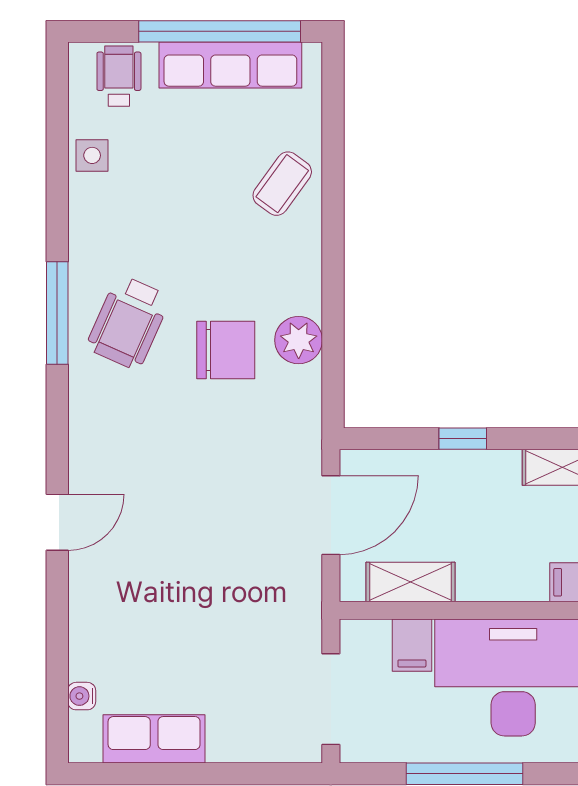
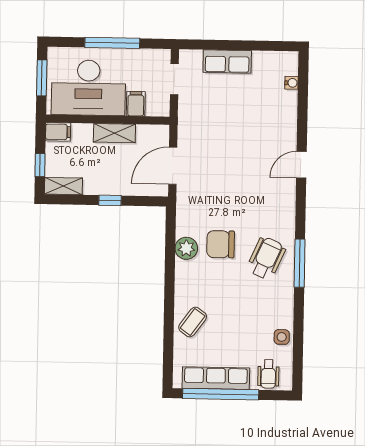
shelving: (411, 582) -> (114, 133), moved
doorway: (331, 699) -> (174, 79), width x0.73
row of seats: (154, 739) -> (227, 61), moved

